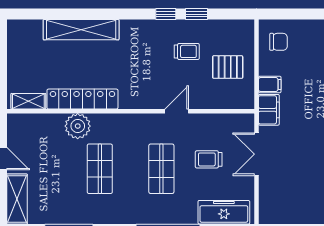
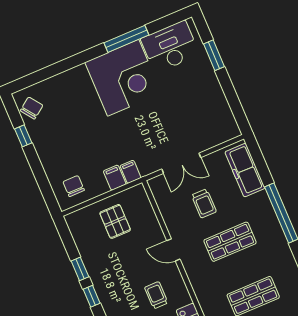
trolley: (187, 51) -> (156, 295), moved
filing cabinet: (269, 110) -> (131, 172), width x0.50

